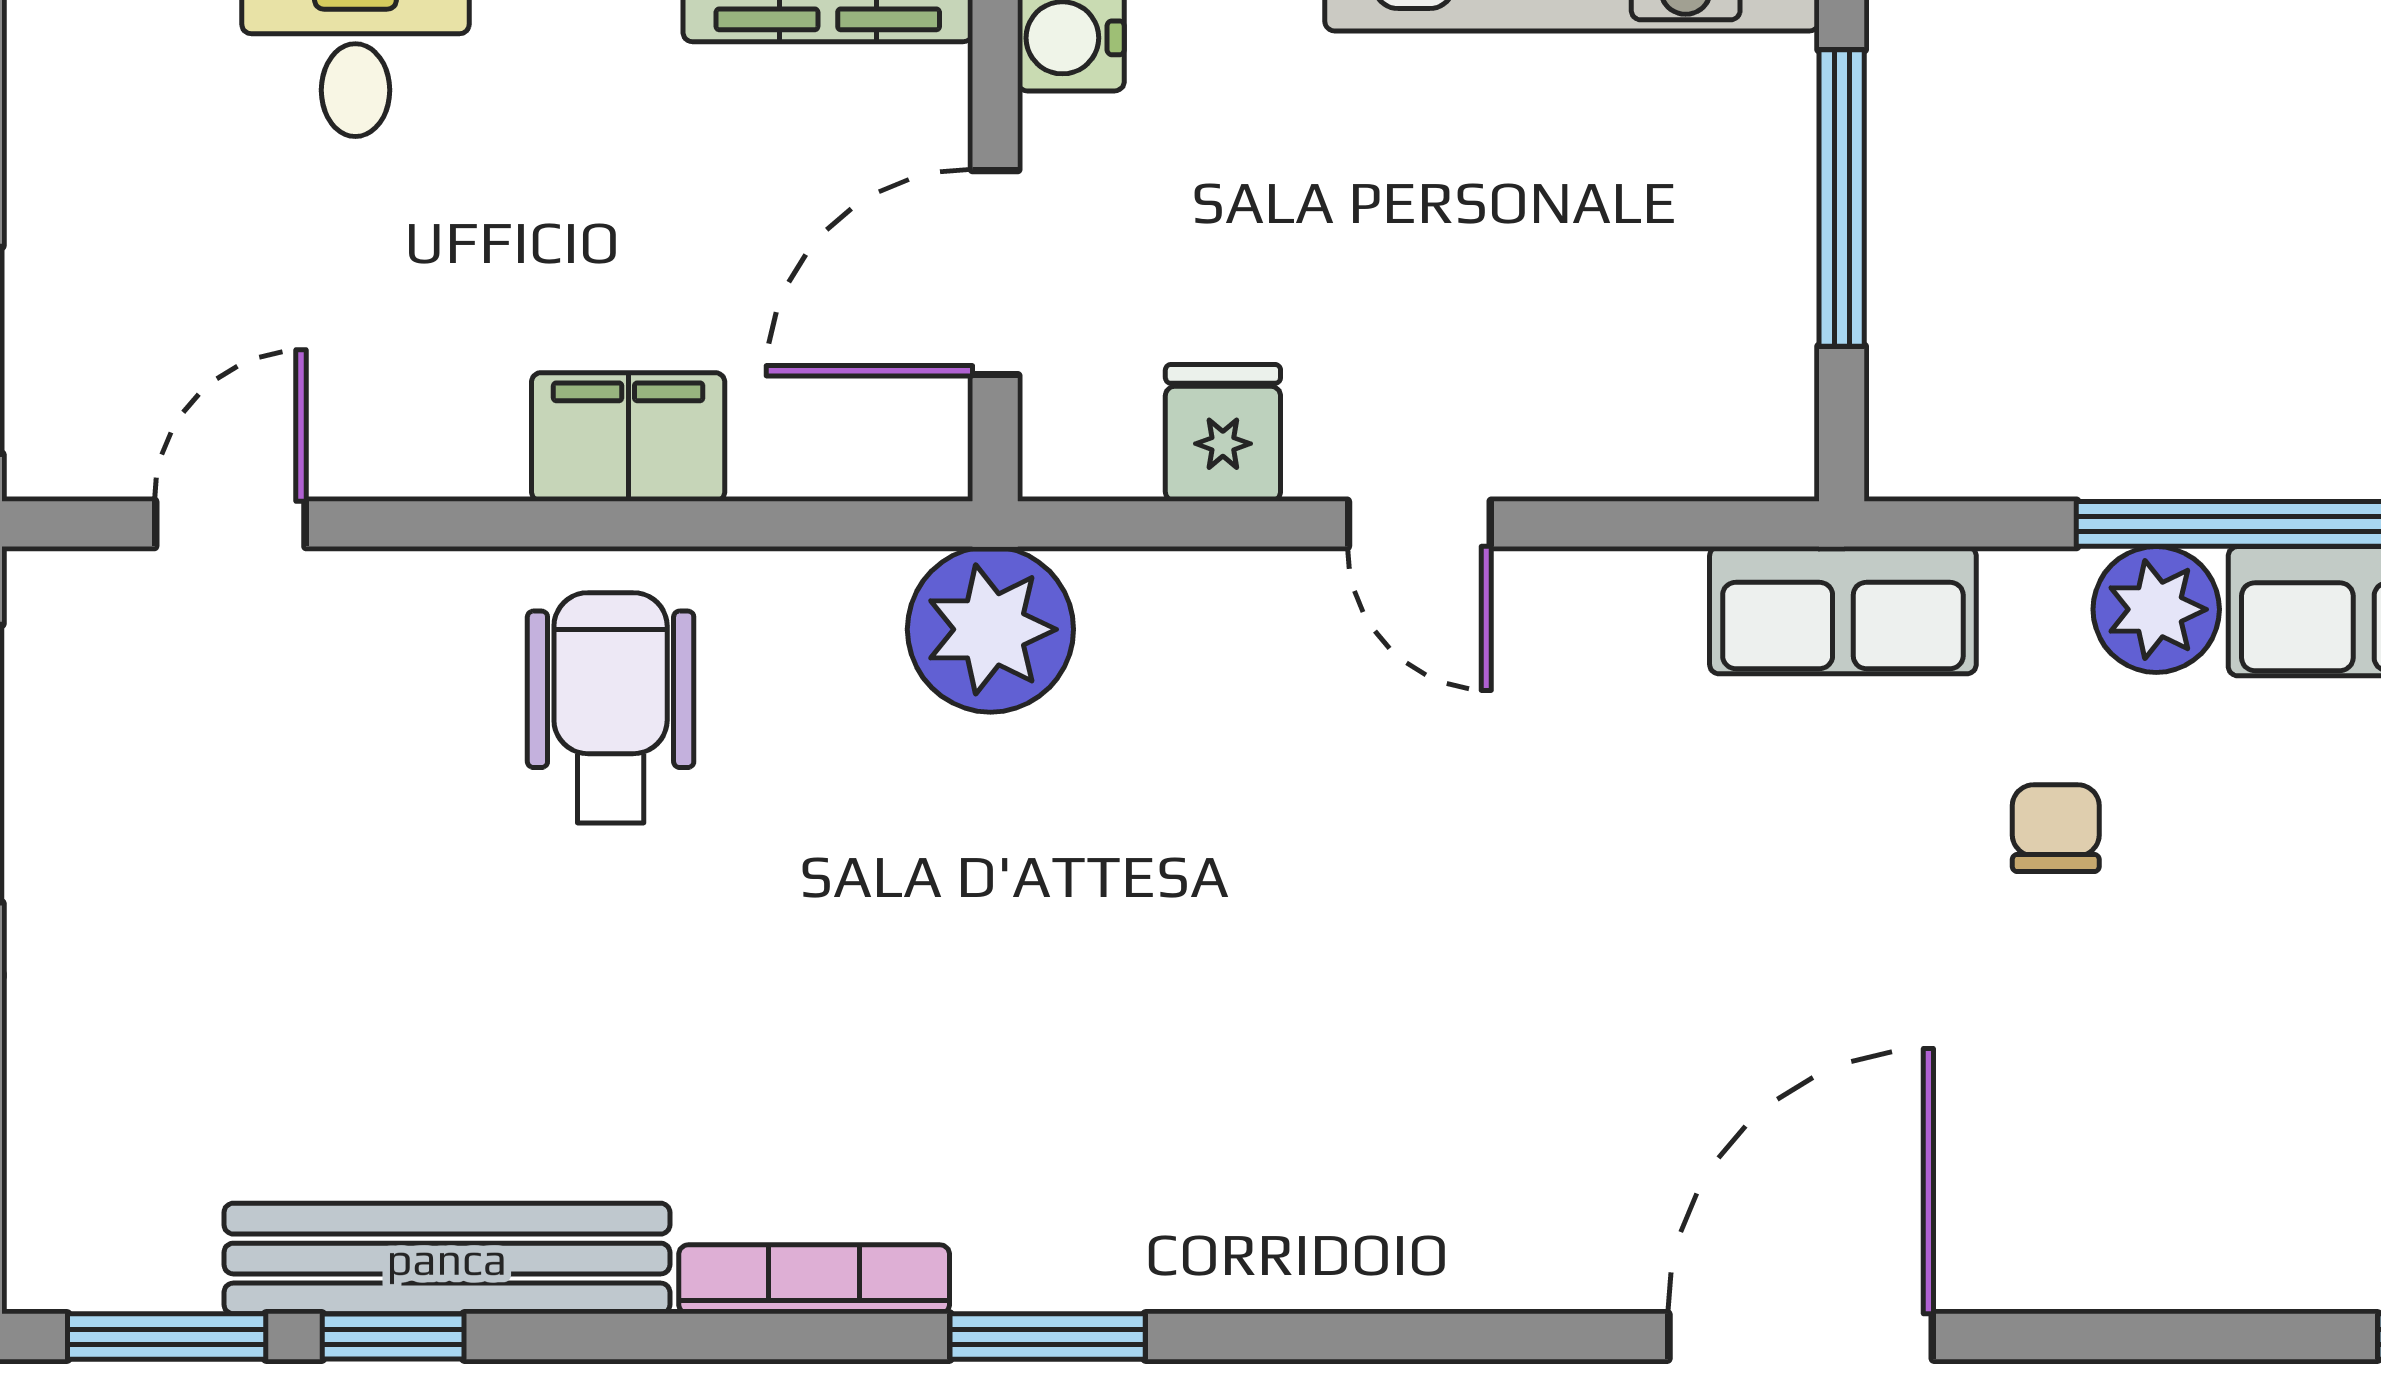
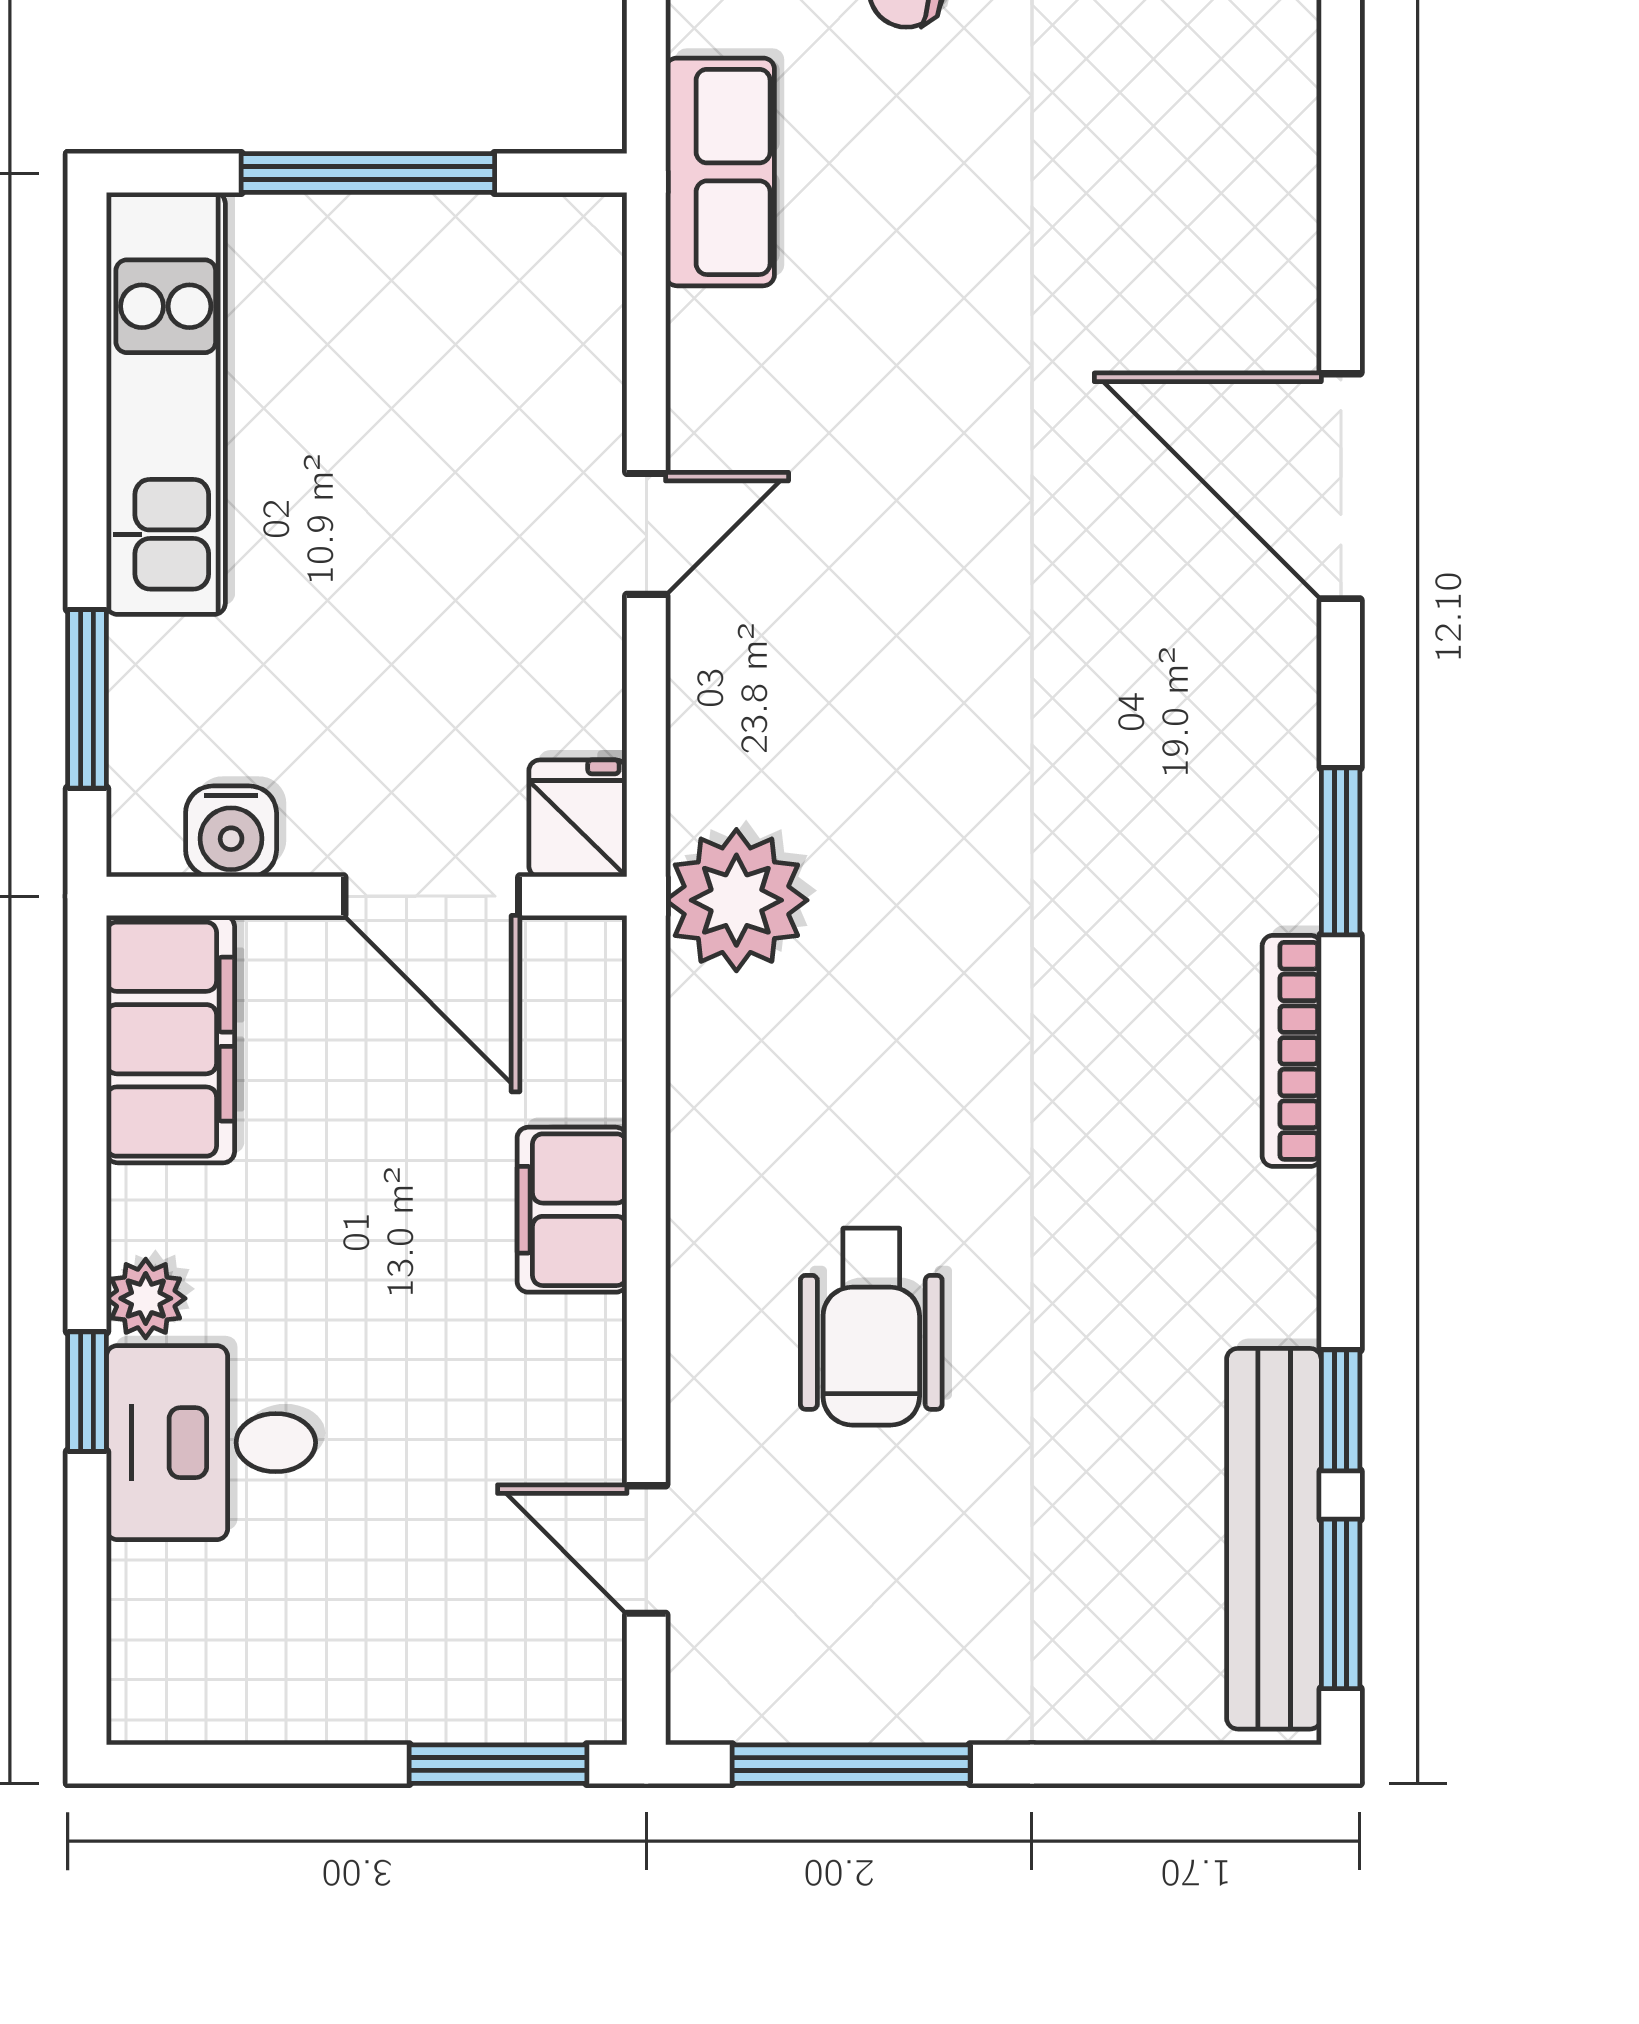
fridge: (1223, 433) -> (578, 818), moved, turned 90
wheelchair: (611, 708) -> (871, 1327), moved, turned -90
bench: (447, 1259) -> (1274, 1539), moved
door: (1801, 1337) -> (1341, 486), moved

